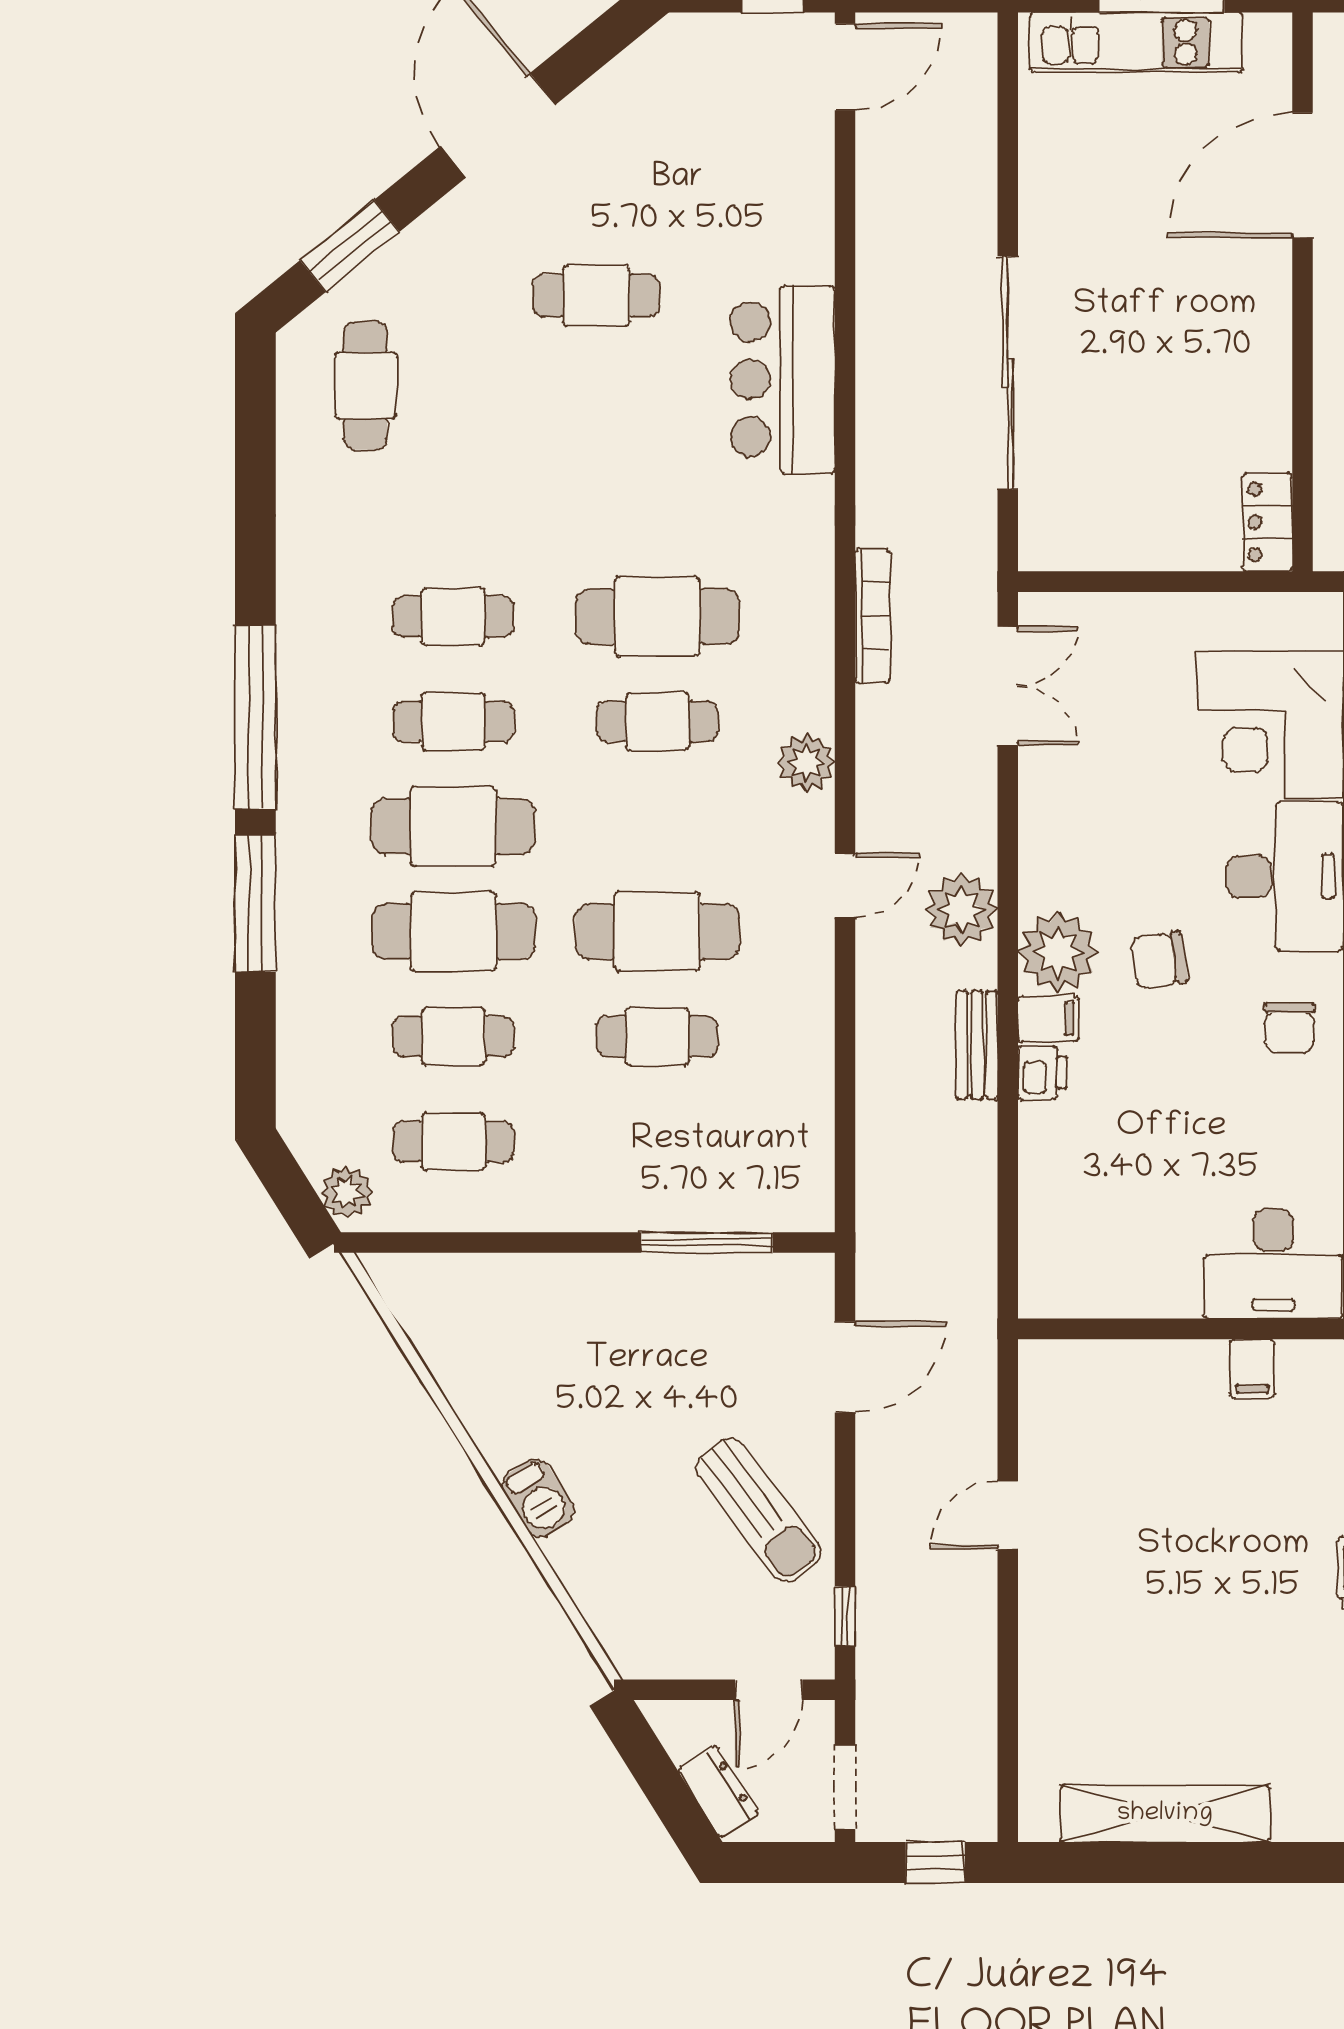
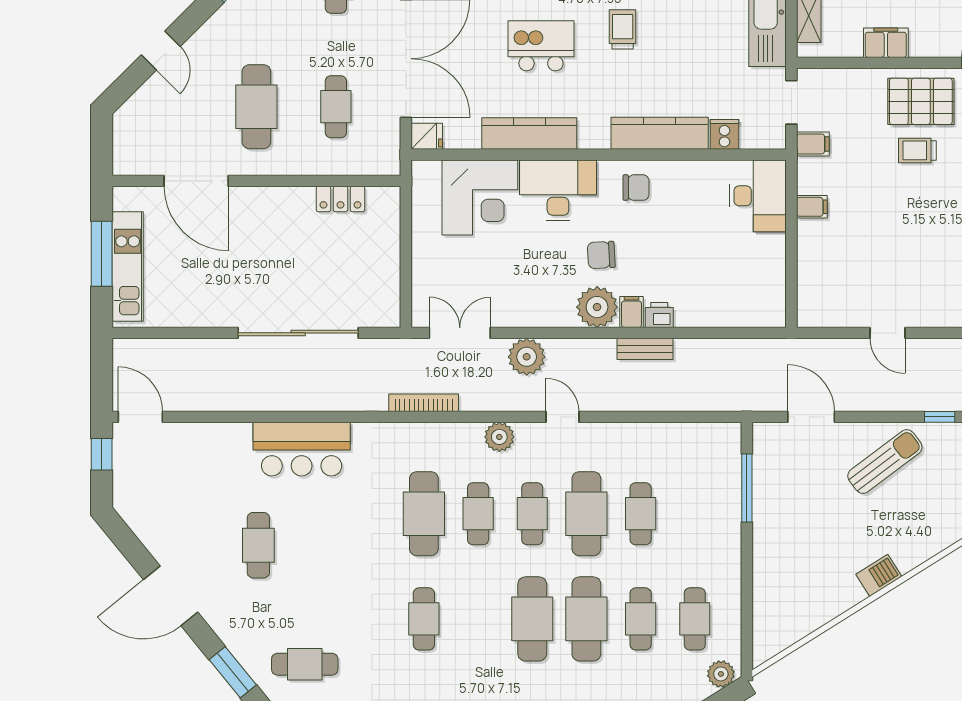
locker: (1267, 522) -> (340, 199), moved
cafe table: (453, 721) -> (532, 514), moved
plant: (962, 910) -> (527, 357), moved
chair: (1159, 960) -> (601, 255), turned 96

